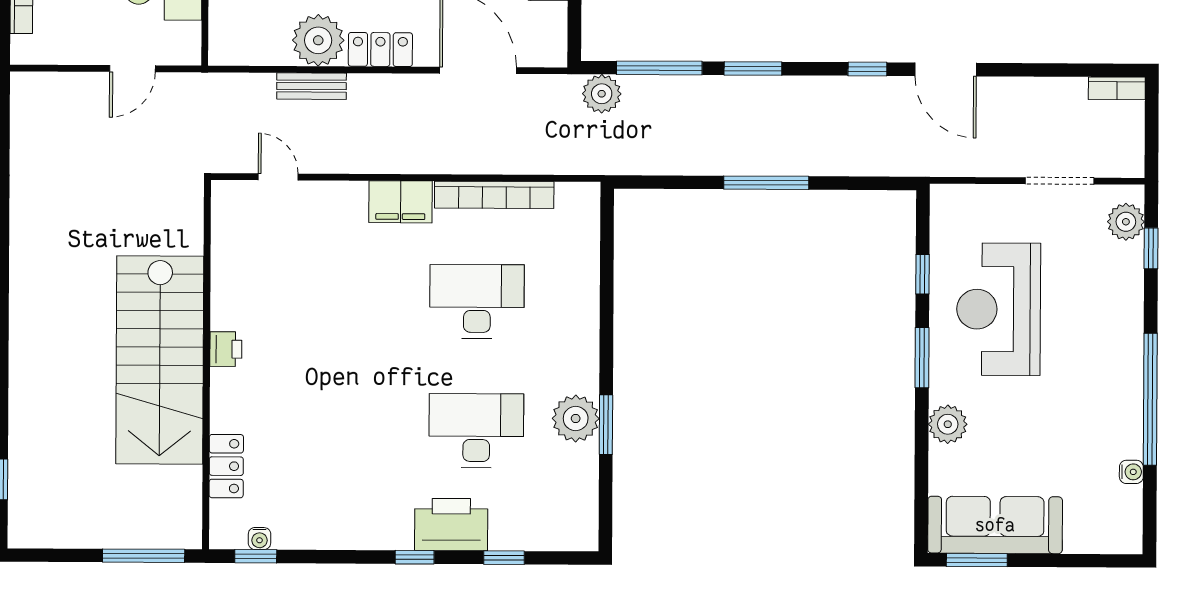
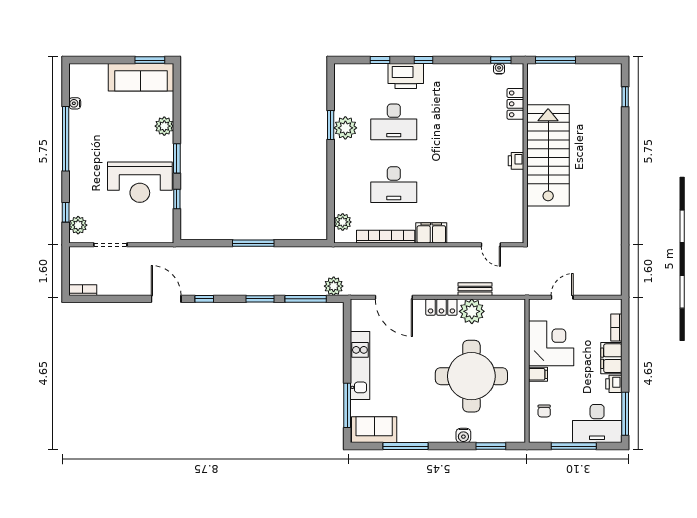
plant: (582, 225) -> (343, 222), added
reception desk: (999, 309) -> (140, 182), turned 90

